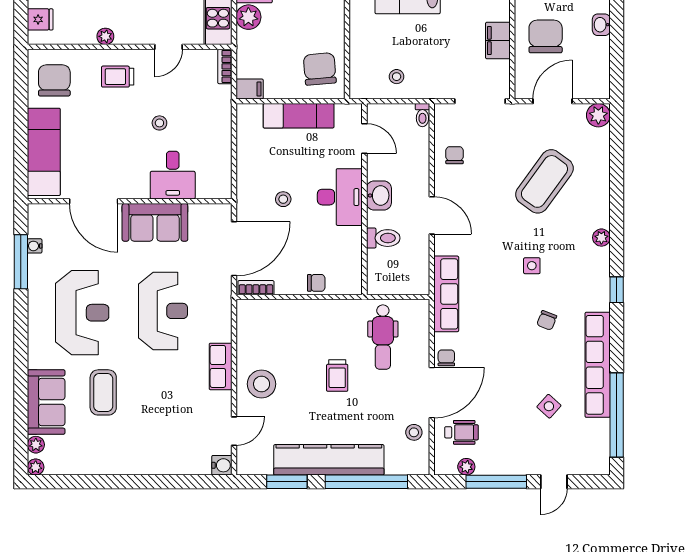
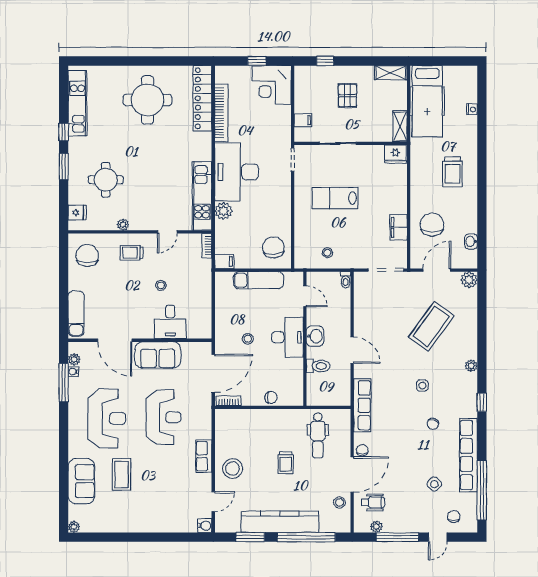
washbasin: (601, 25) -> (471, 241), moved
exam couch: (44, 152) -> (76, 314), width x0.73, depth x0.69
chair: (455, 155) -> (454, 516), moved
plant: (36, 445) -> (74, 359), moved

